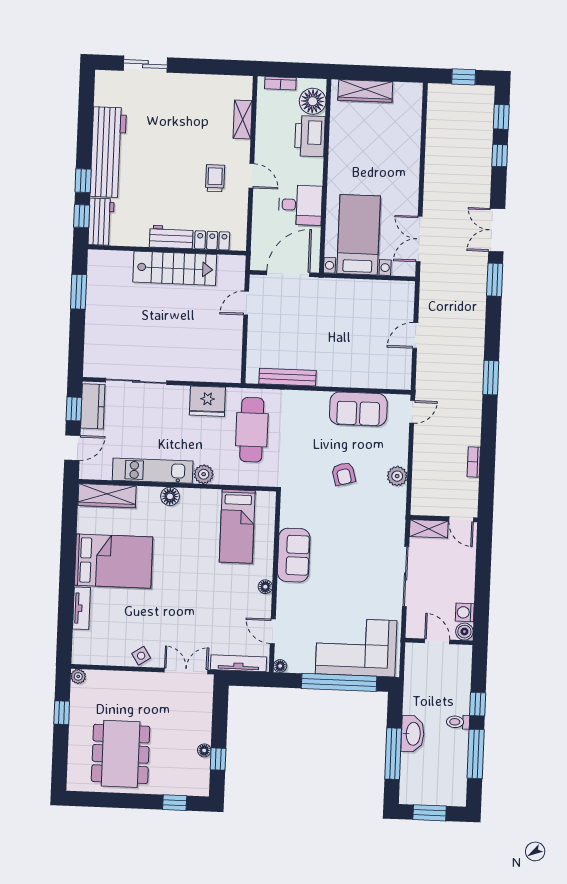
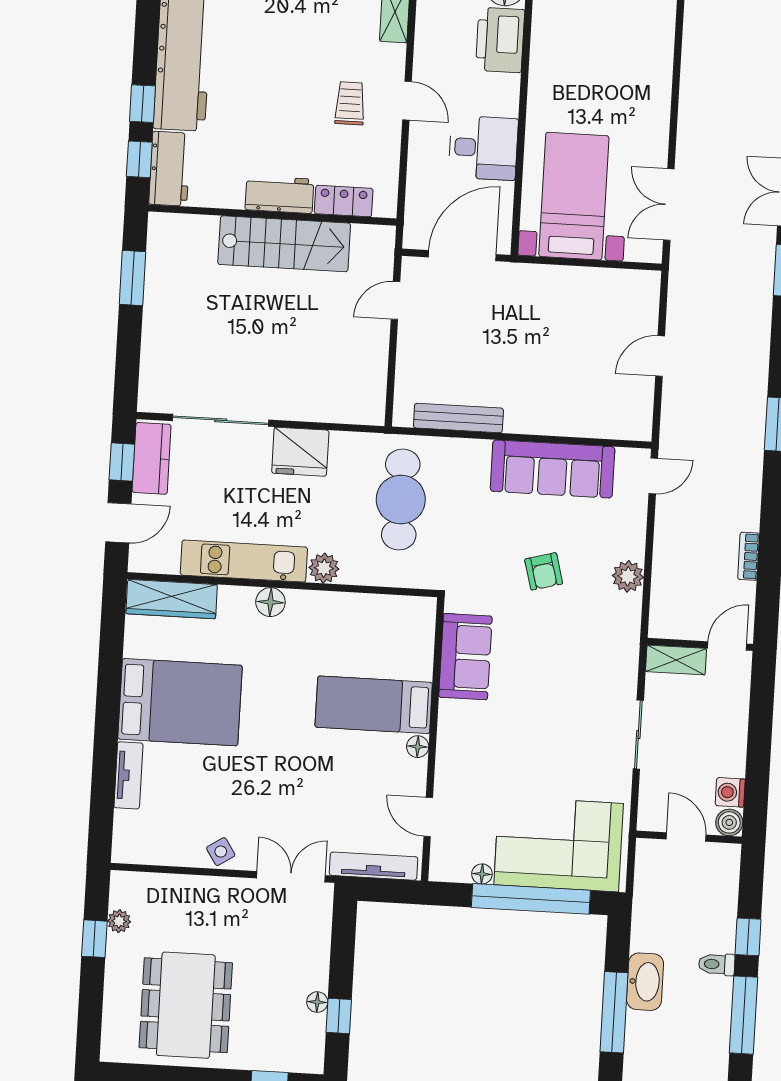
fridge: (207, 401) -> (300, 452), moved
sofa: (358, 409) -> (553, 469), width x1.36
door: (461, 519) -> (727, 646), swing flipped
bed: (237, 526) -> (374, 705), moved, turned 90
sofa: (294, 555) -> (465, 657), moved
sliding door: (406, 577) -> (638, 734), width x0.73
floor lamp: (280, 666) -> (482, 874), moved
plant: (78, 676) -> (119, 921), moved

